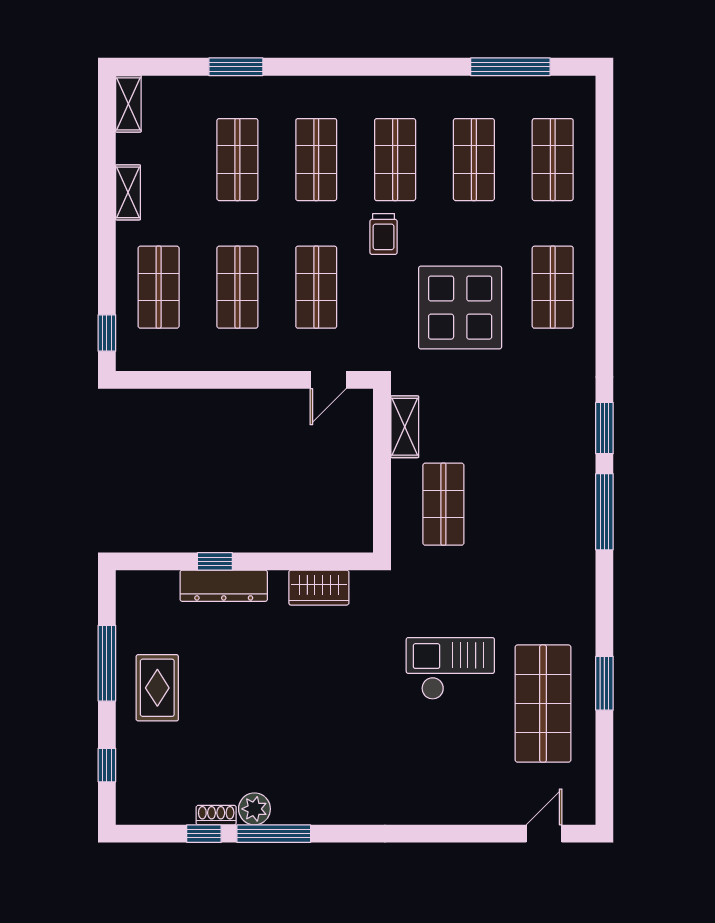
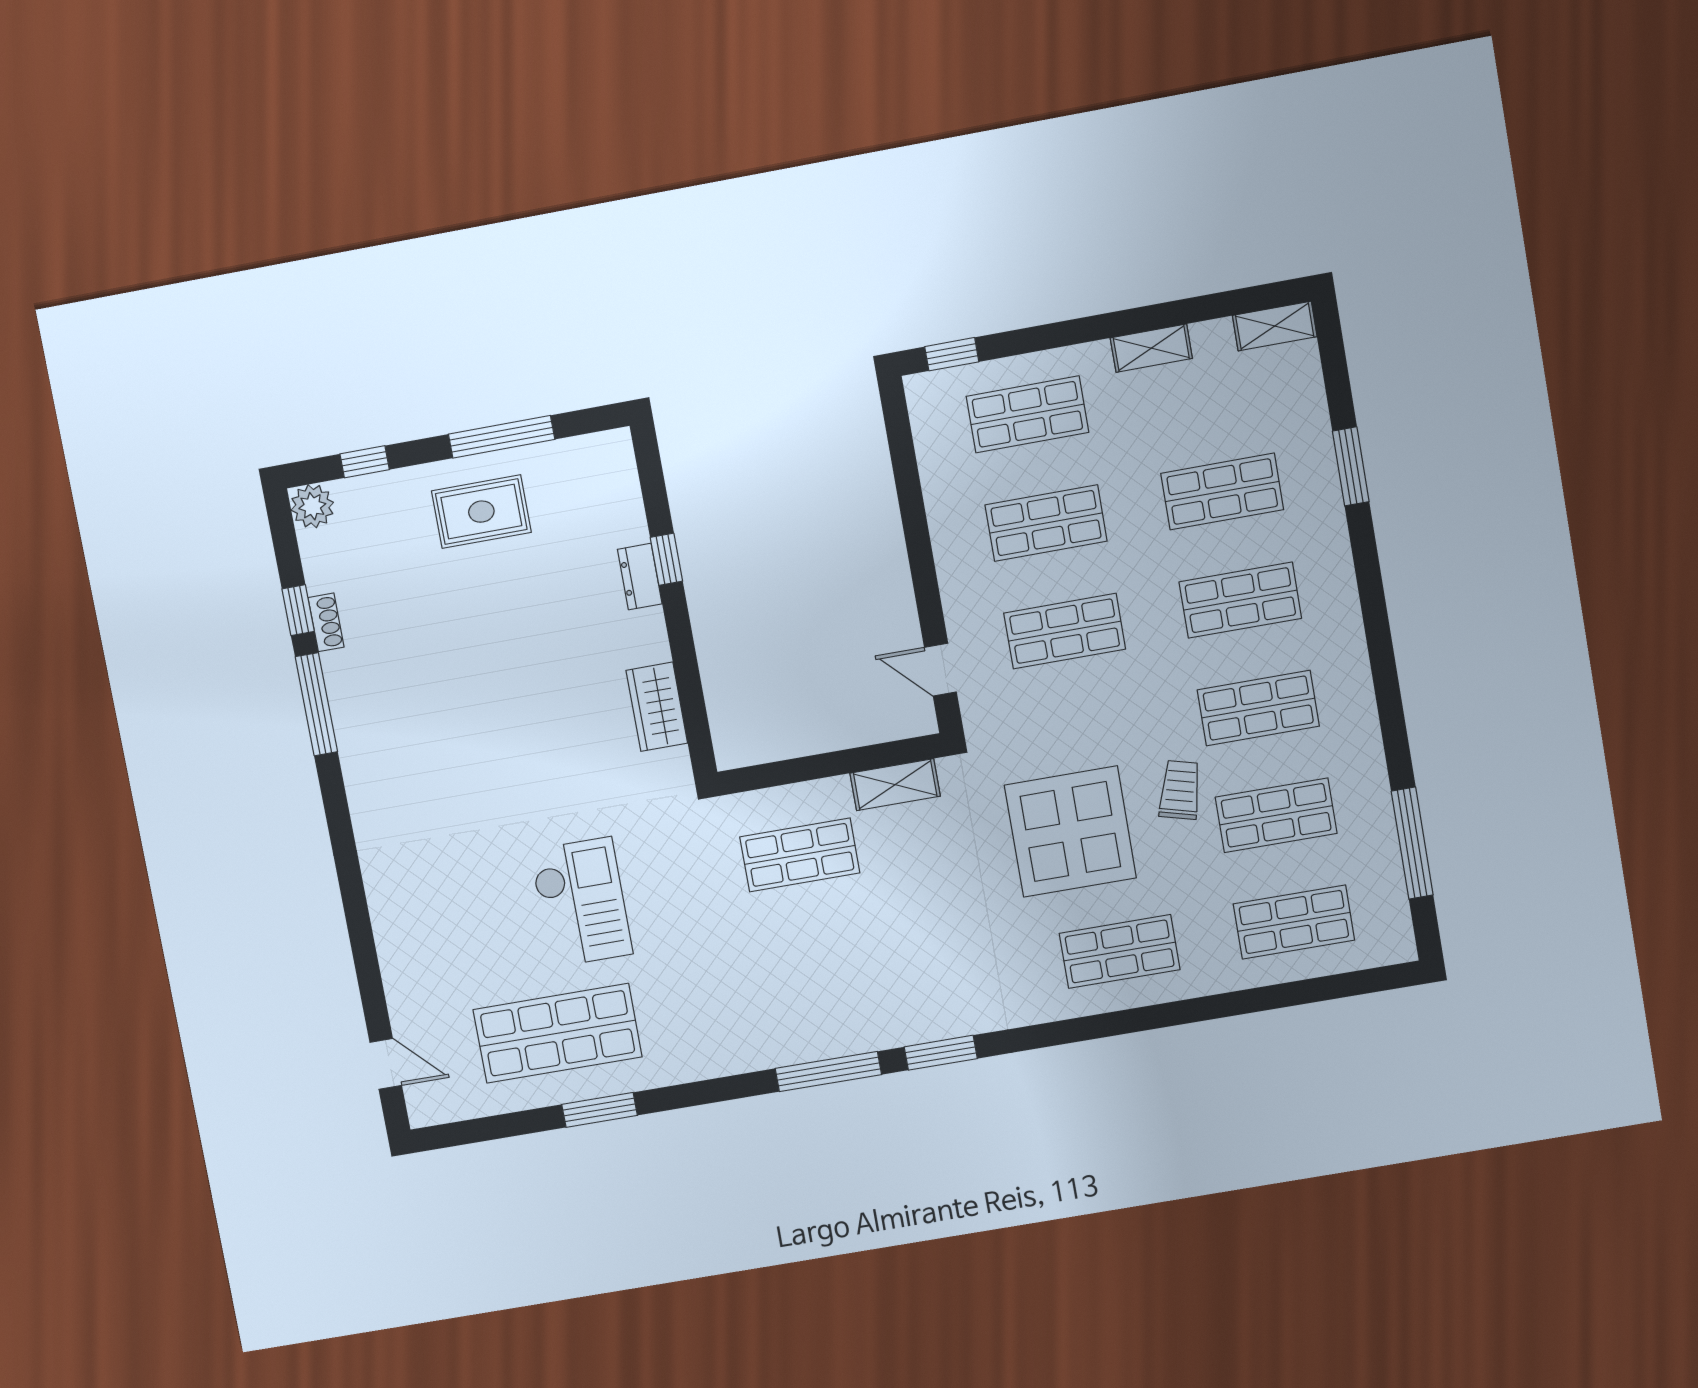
trolley: (384, 234) -> (1180, 790), moved, turned 105
dresser: (224, 586) -> (640, 577), width x0.51, depth x0.80
plant: (254, 809) -> (312, 506), moved

